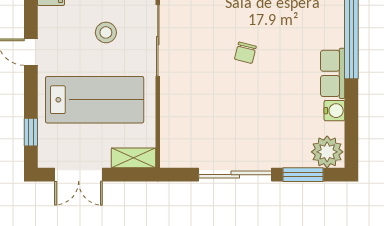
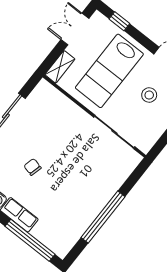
stool: (106, 32) -> (149, 95), moved
chair: (245, 53) -> (33, 167), moved

